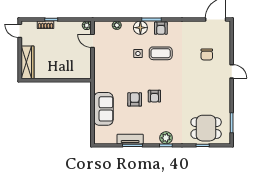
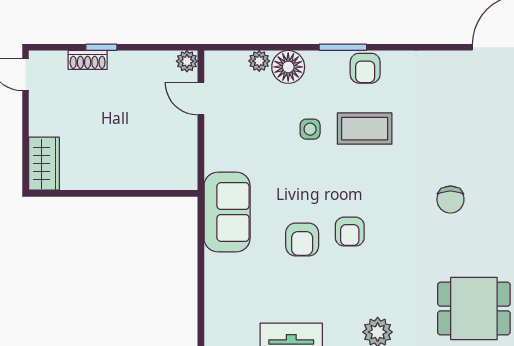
floor lamp: (140, 28) -> (288, 67), moved
chair: (207, 54) -> (450, 200), moved
wardrobe: (27, 62) -> (44, 164), width x0.67
armchair: (135, 99) -> (302, 240), turned 180
sofa: (103, 109) -> (227, 212), moved

